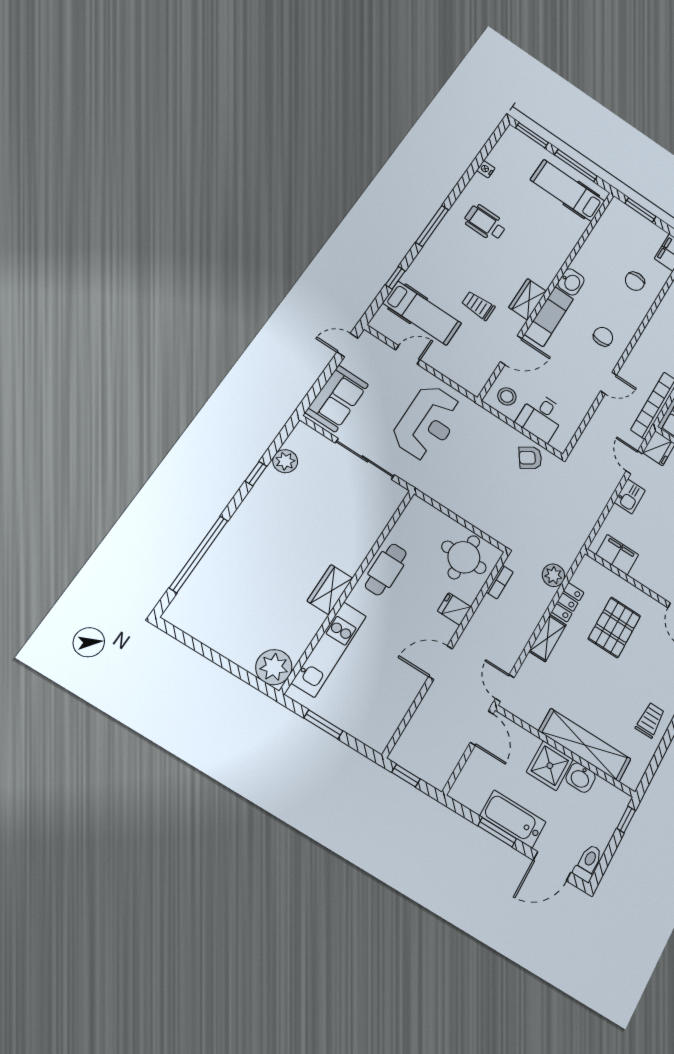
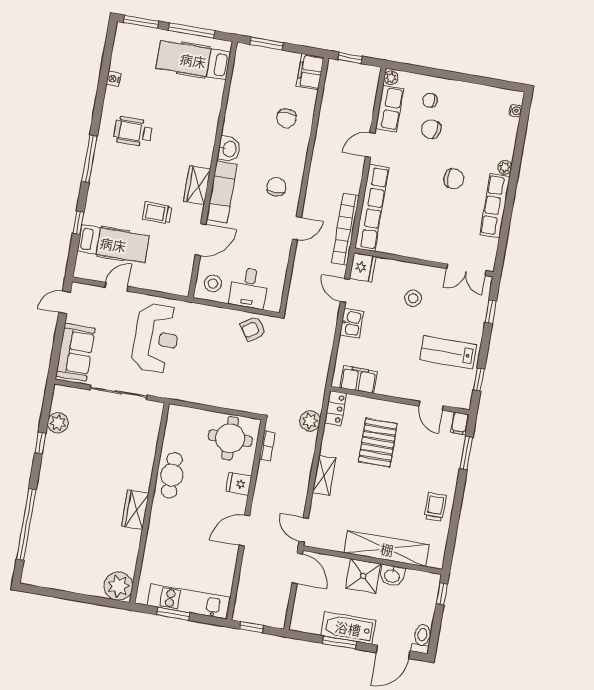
locker: (568, 602) -> (335, 408), moved
kitchen unit: (329, 649) -> (188, 601), moved, turned -90

